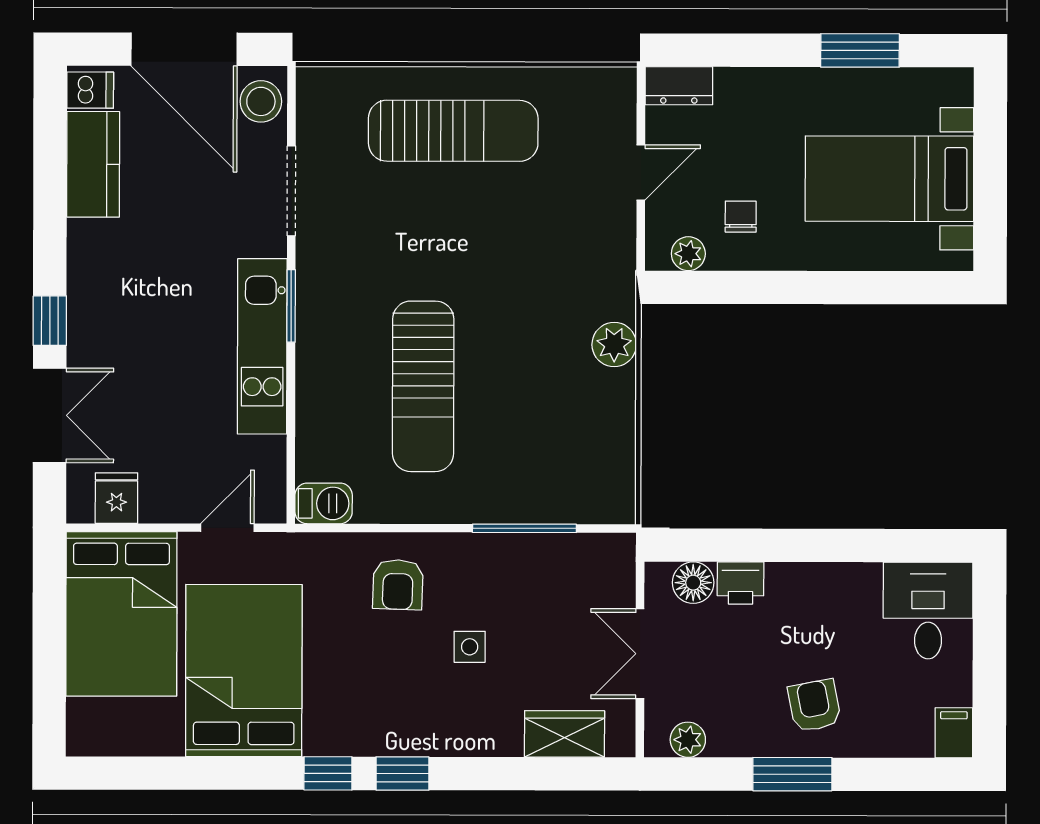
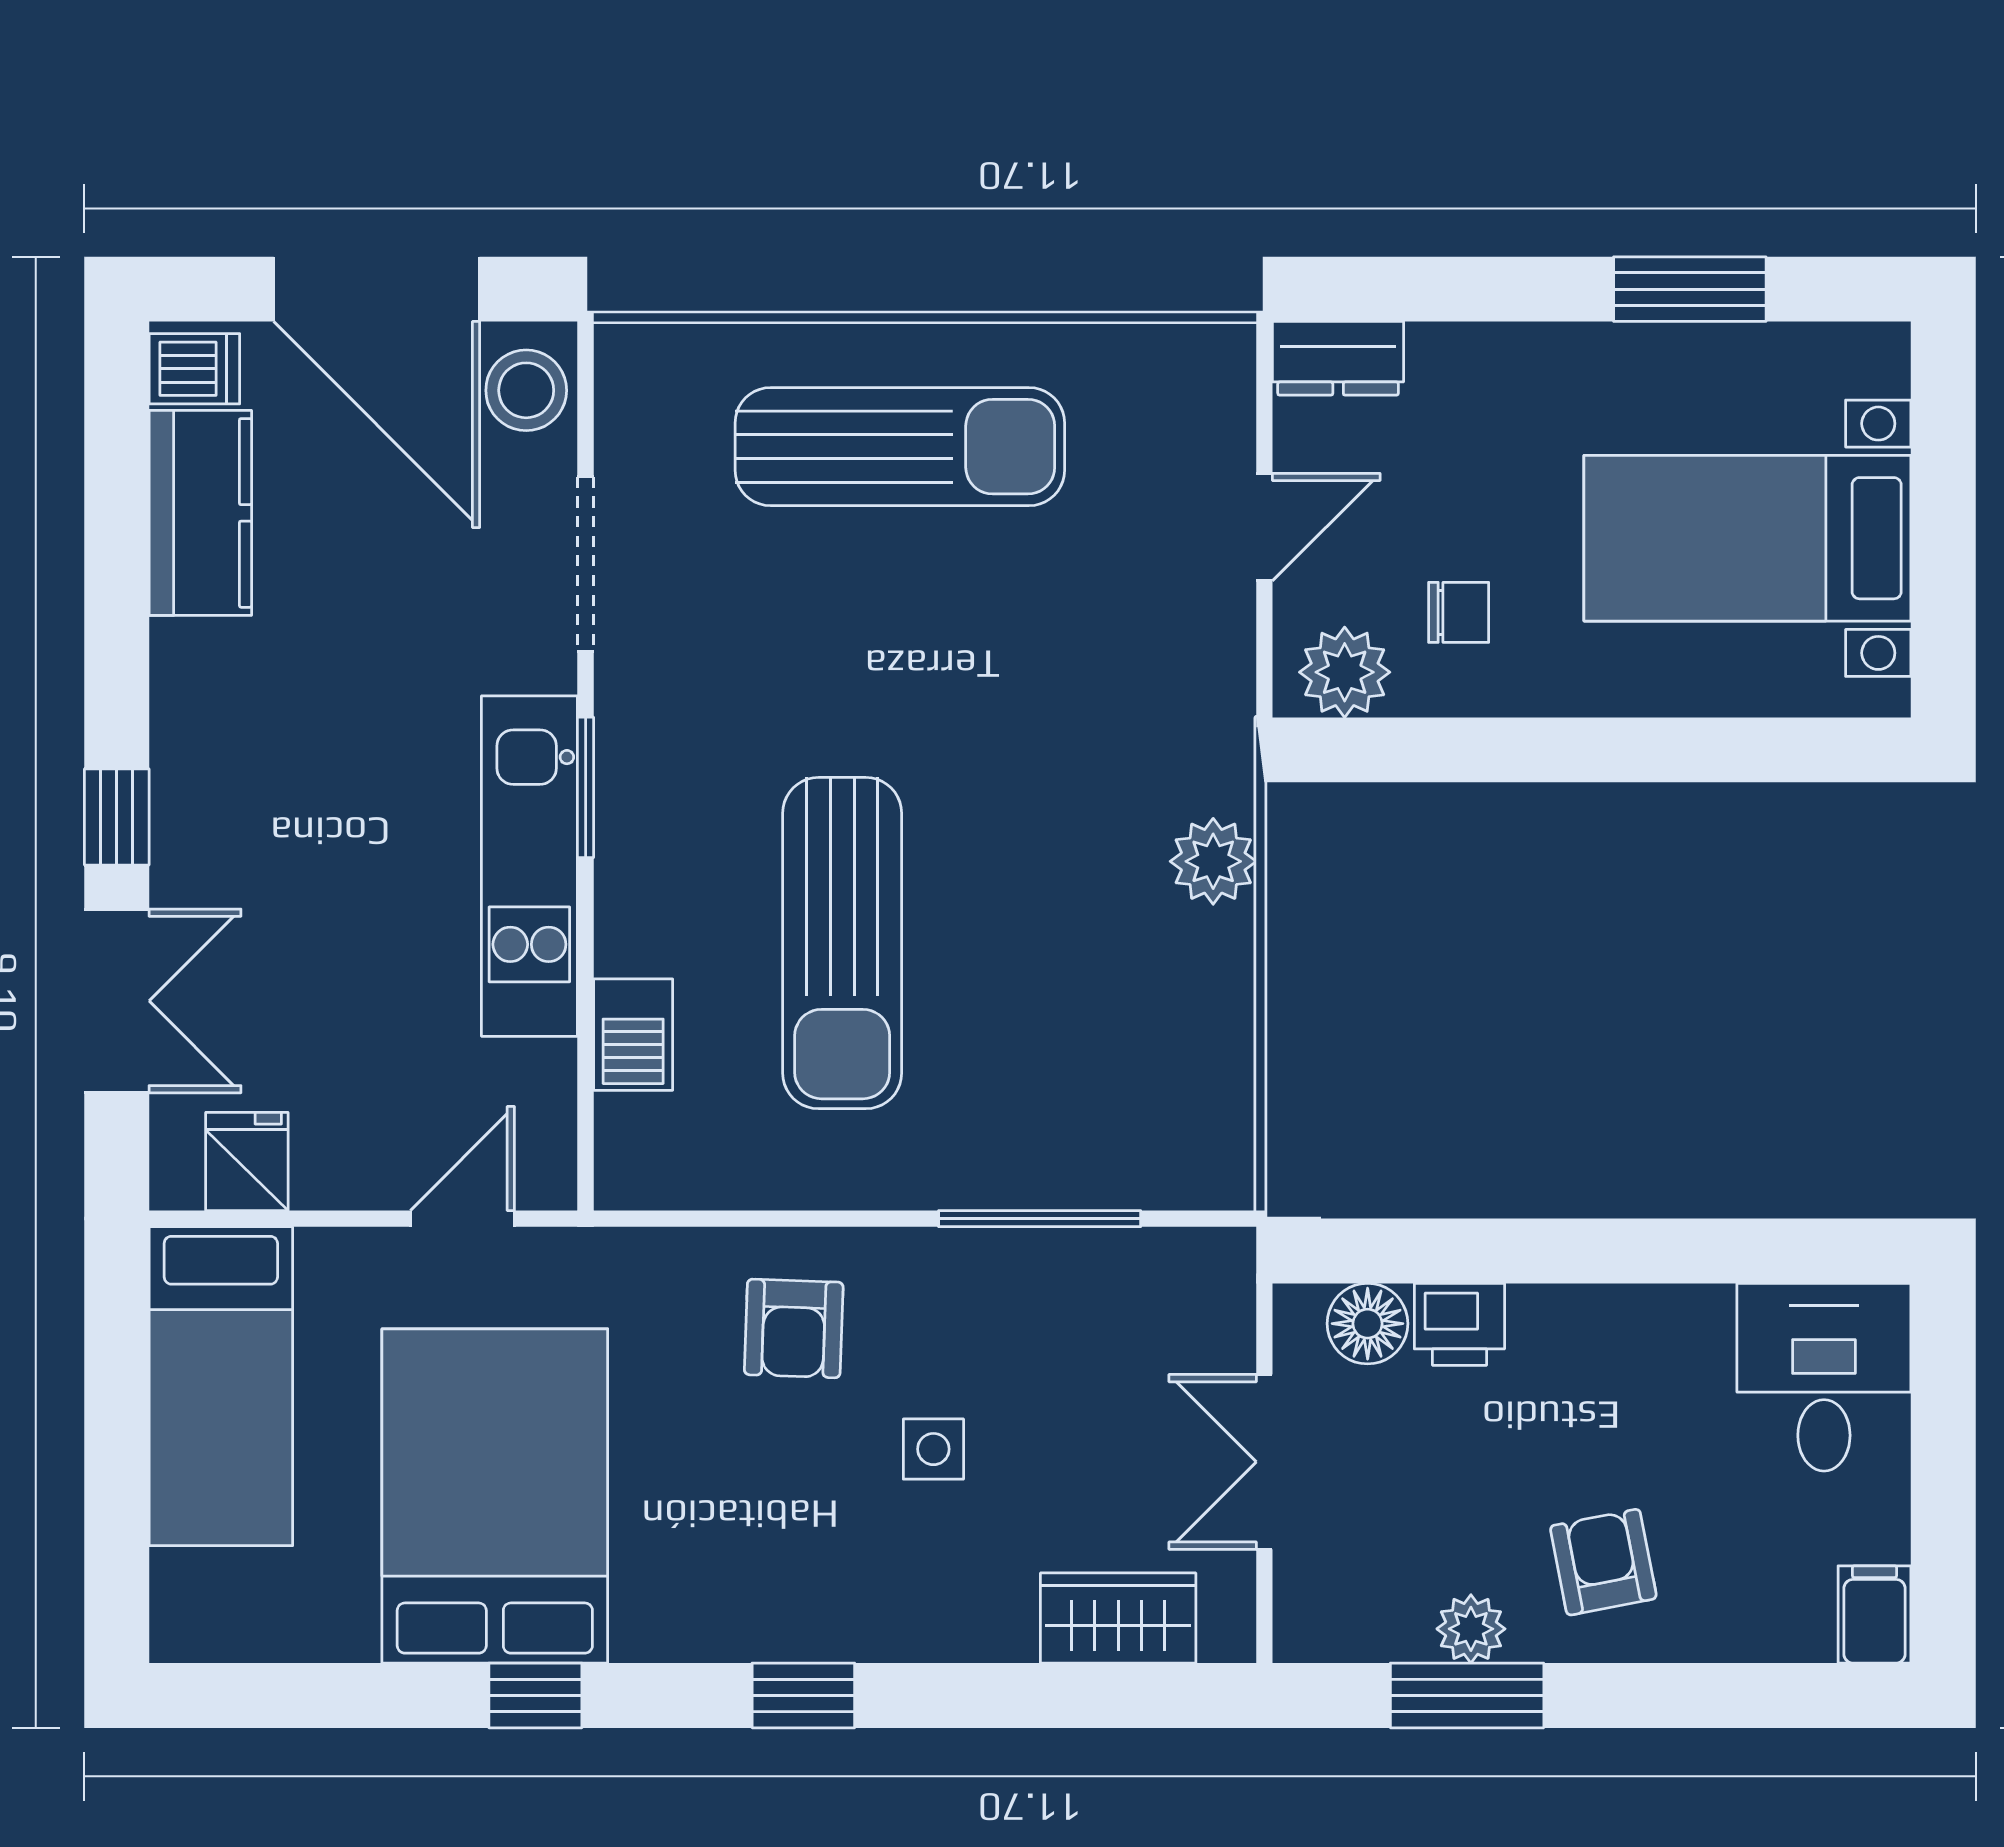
chair: (741, 217) -> (1459, 612), turned 90
plant: (688, 254) -> (1345, 672), width x1.38, depth x1.38
barbecue: (324, 503) -> (633, 1035), moved, turned 90
bed: (121, 614) -> (221, 1386), width x0.67
plant: (688, 740) -> (1471, 1629), moved
window: (328, 773) -> (535, 1695), moved
window: (792, 774) -> (1467, 1695), moved

